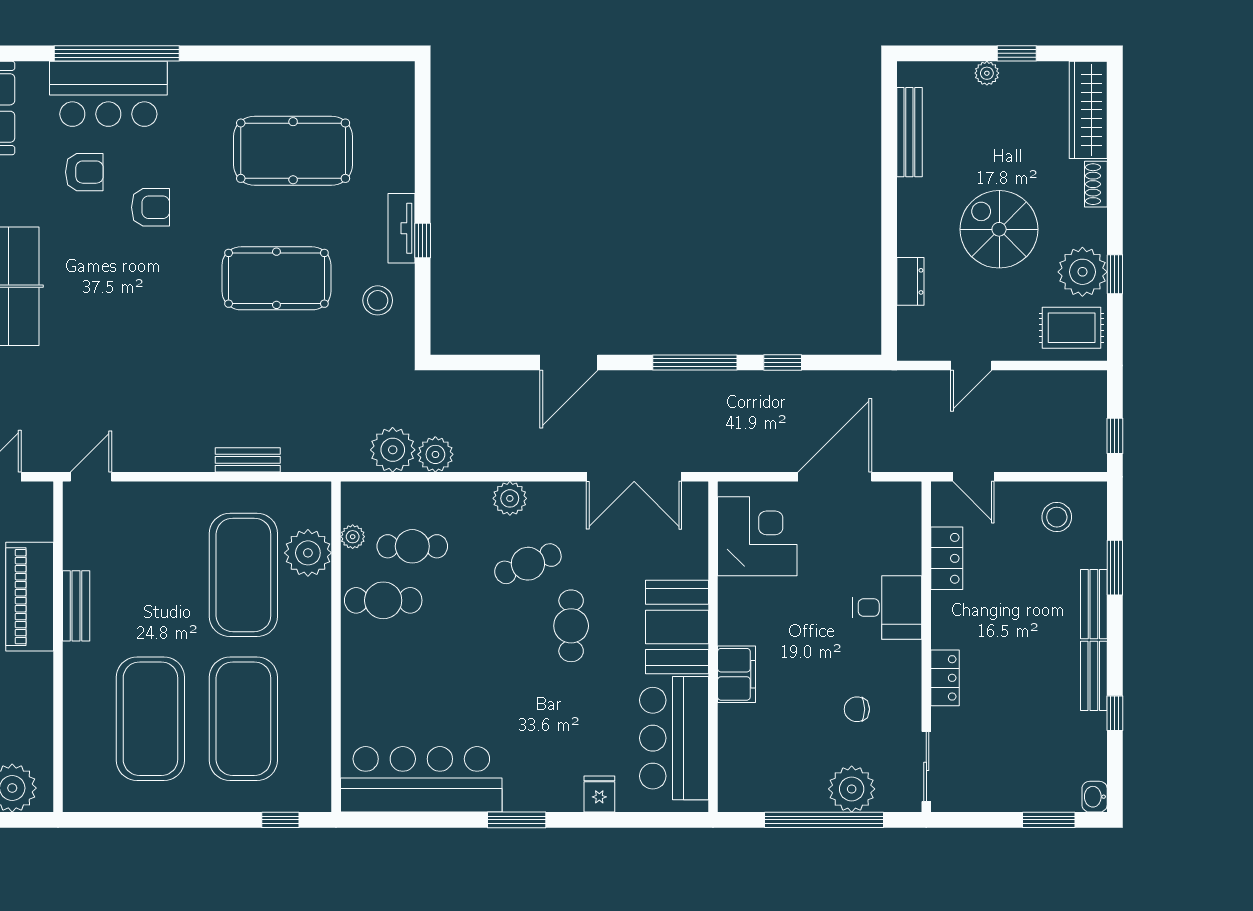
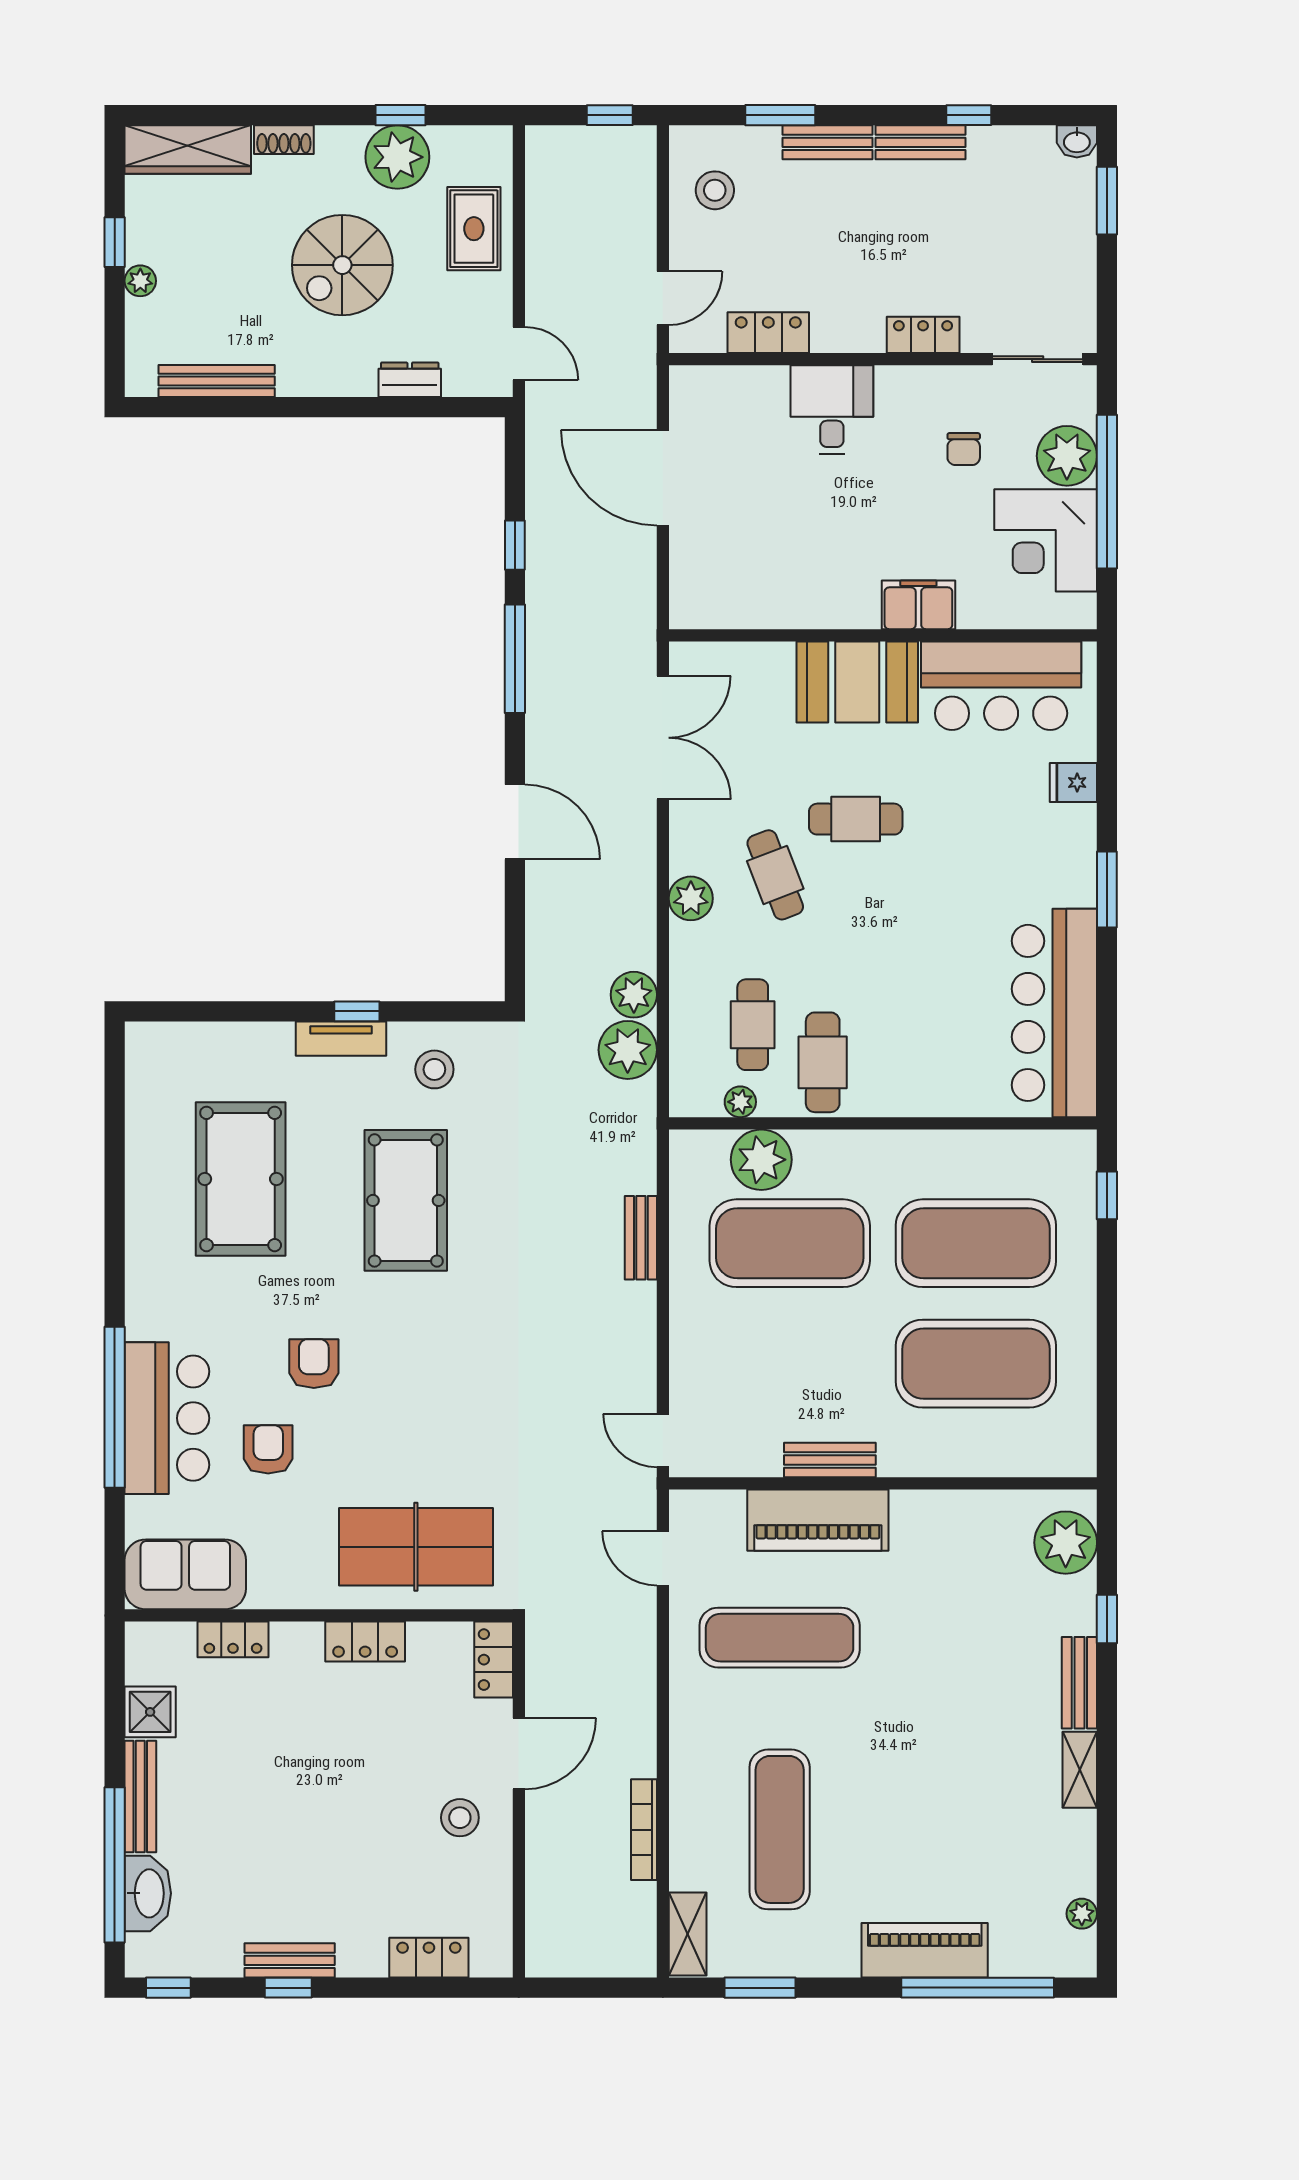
rug: (1072, 328) -> (474, 229), moved
door: (971, 366) -> (519, 354), moved
corner desk: (757, 536) -> (1046, 540), moved, turned -90

